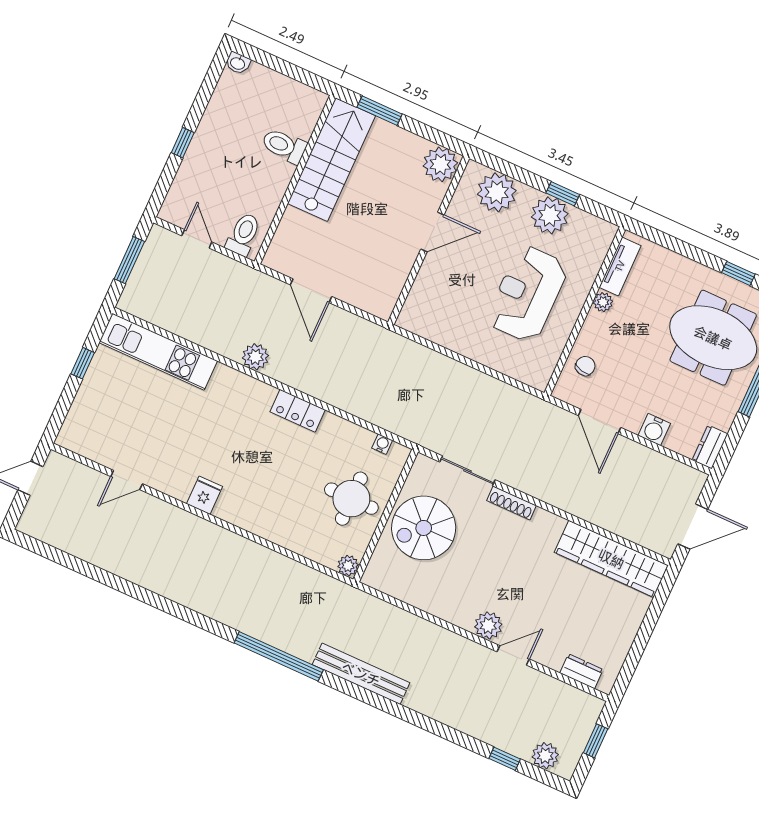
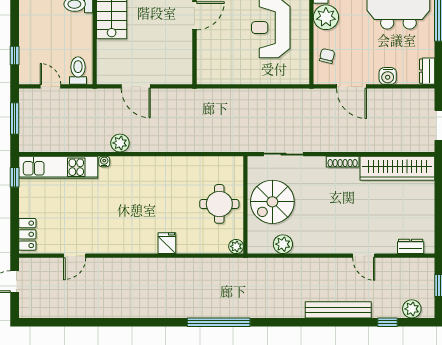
window: (183, 143) -> (15, 55), moved
plant: (603, 302) -> (326, 17), width x1.87, depth x1.87
window: (83, 363) -> (15, 177), moved
locker: (298, 411) -> (27, 234), moved, turned -90
water cooler: (382, 444) -> (104, 162), moved
fridge: (205, 495) -> (167, 243), moved
shoe rack: (511, 503) -> (343, 162), moved
plant: (488, 626) -> (283, 244), moved
door: (513, 655) -> (364, 256), swing flipped
bench: (361, 674) -> (338, 310), moved

